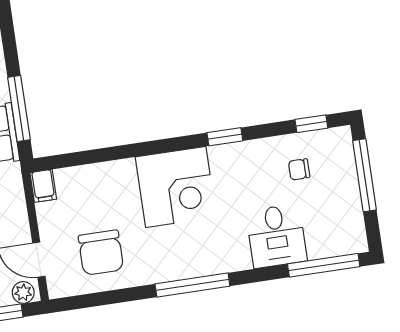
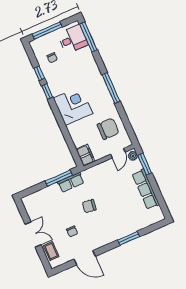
window: (311, 124) -> (39, 73), moved
filing cabinet: (43, 186) -> (85, 155), width x2.00
desk: (276, 236) -> (73, 39), moved

